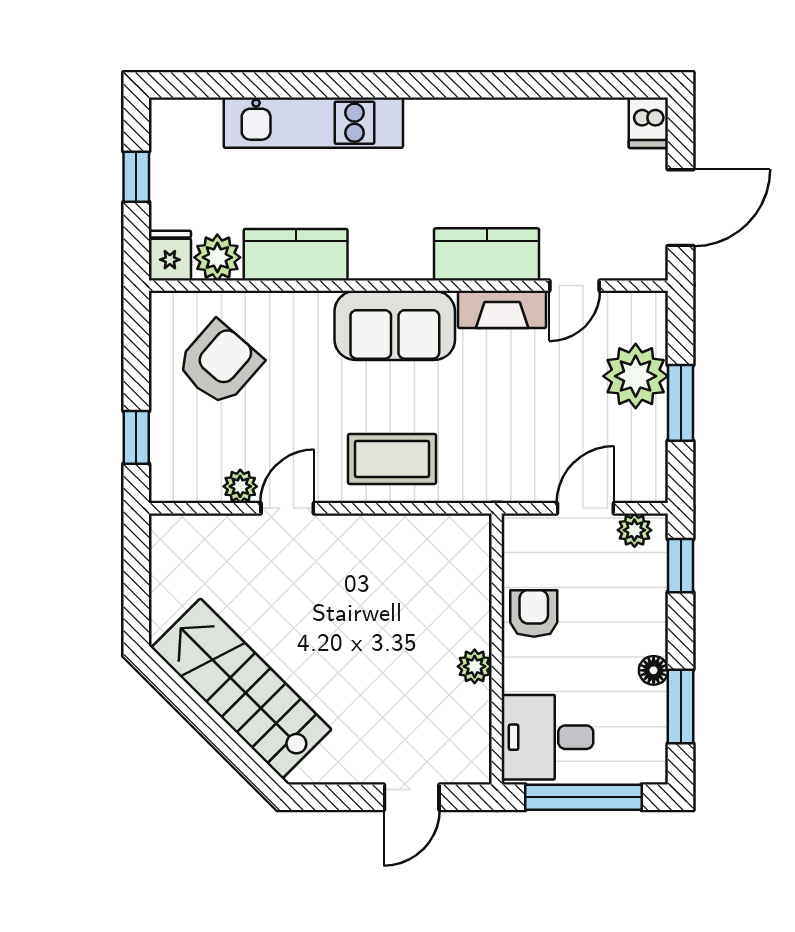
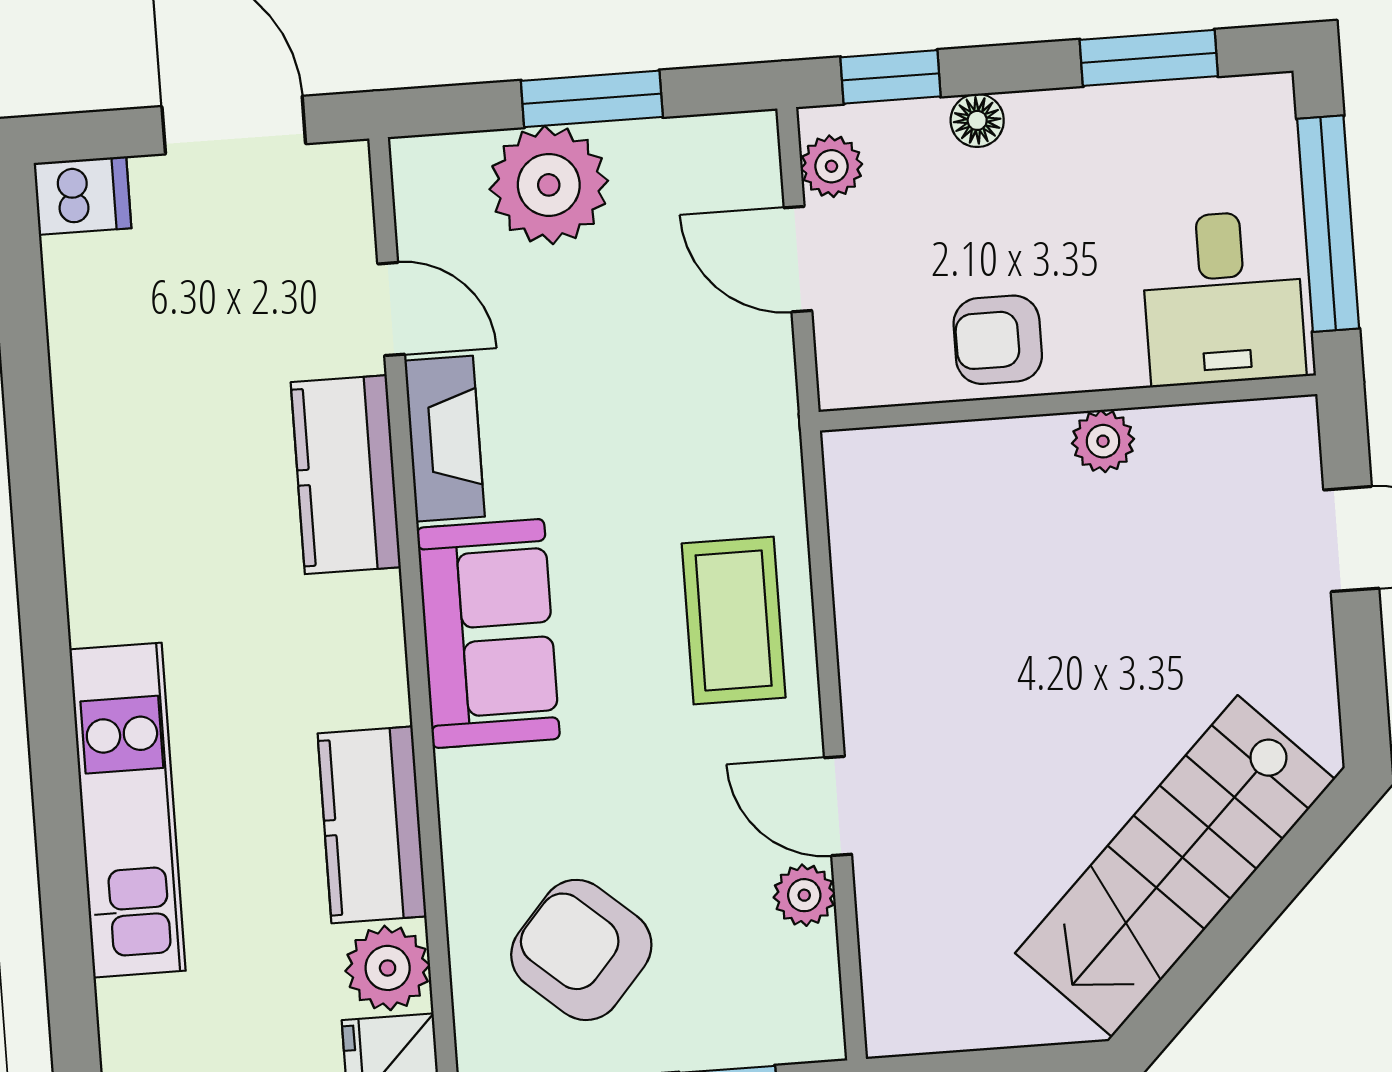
floor lamp: (654, 670) -> (977, 120), moved

